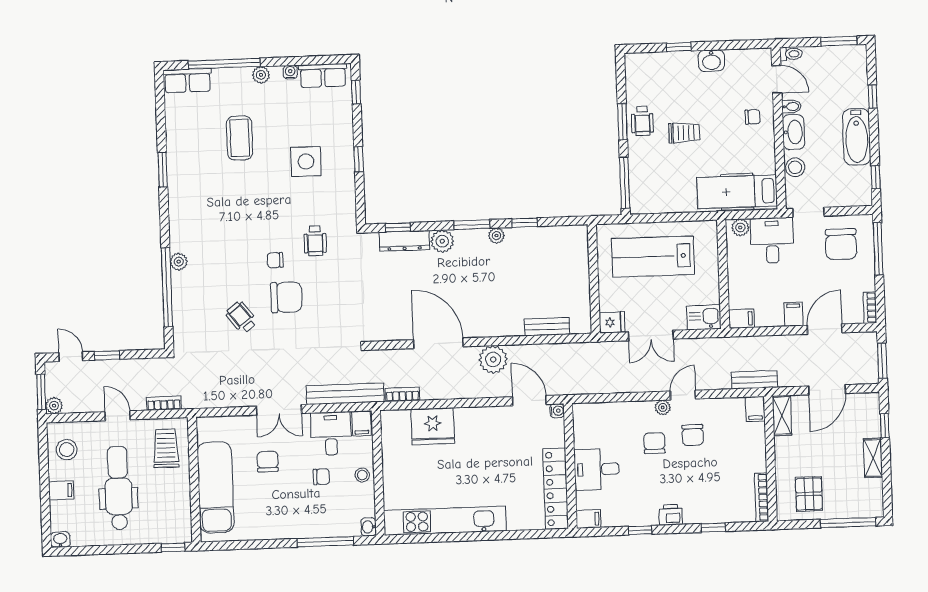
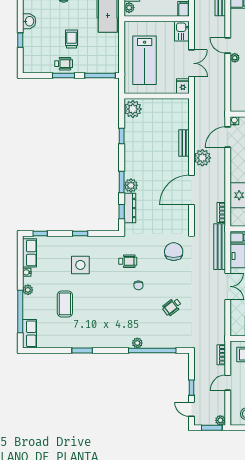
coffee table: (240, 138) -> (65, 304), turned 90
window: (472, 225) -> (122, 182), moved
plant: (496, 236) -> (133, 109), moved, width x1.87, depth x1.87
chair: (286, 297) -> (174, 252), moved
bench: (547, 327) -> (184, 143), moved
door: (71, 357) -> (192, 409), hinge flipped

